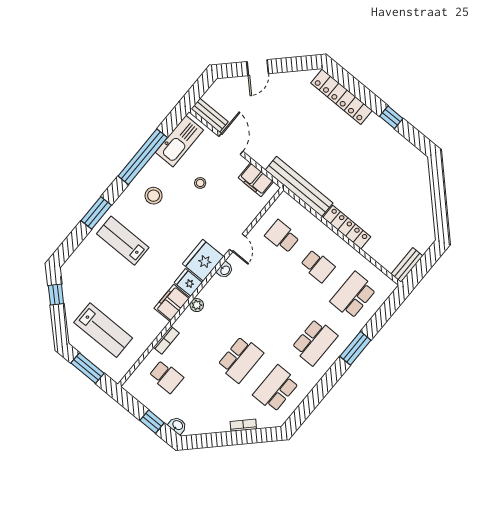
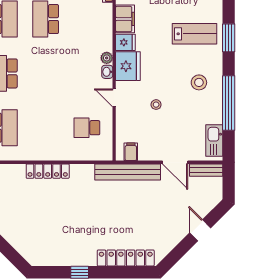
kitchen sink: (179, 141) -> (214, 141), width x0.73, depth x0.81
filing cabinet: (256, 180) -> (131, 152), width x0.50
stool: (200, 183) -> (156, 105), moved
bench: (299, 186) -> (128, 172), moved
school desk: (282, 236) -> (87, 128), turned 180
school desk: (318, 266) -> (46, 128), removed
plant: (197, 305) -> (107, 58), moved

